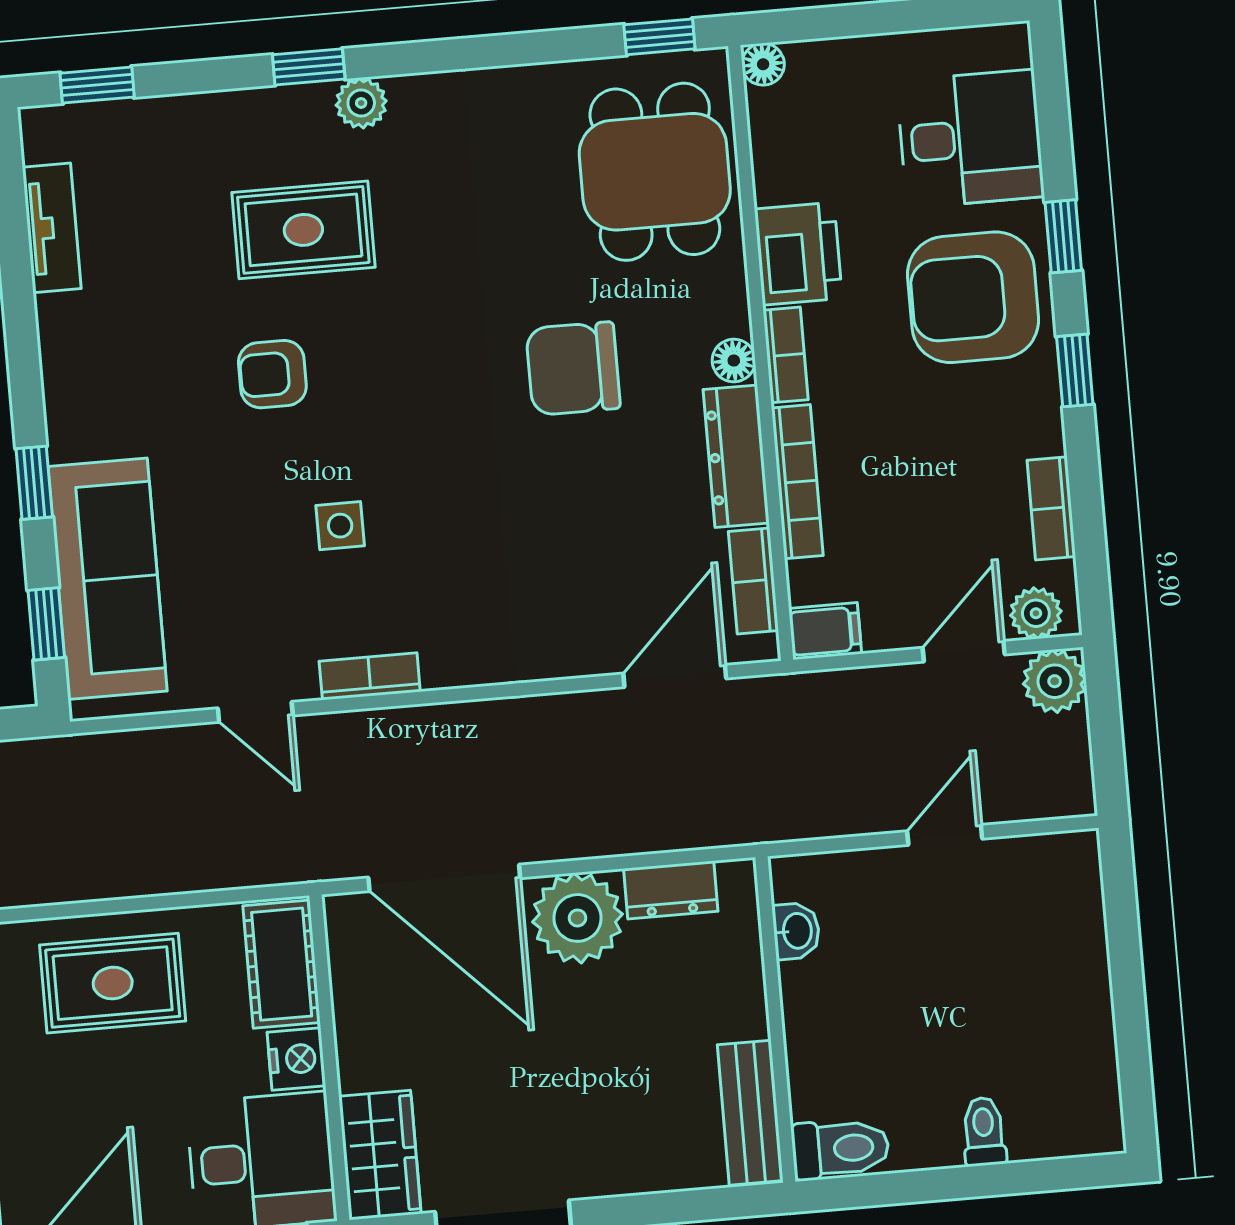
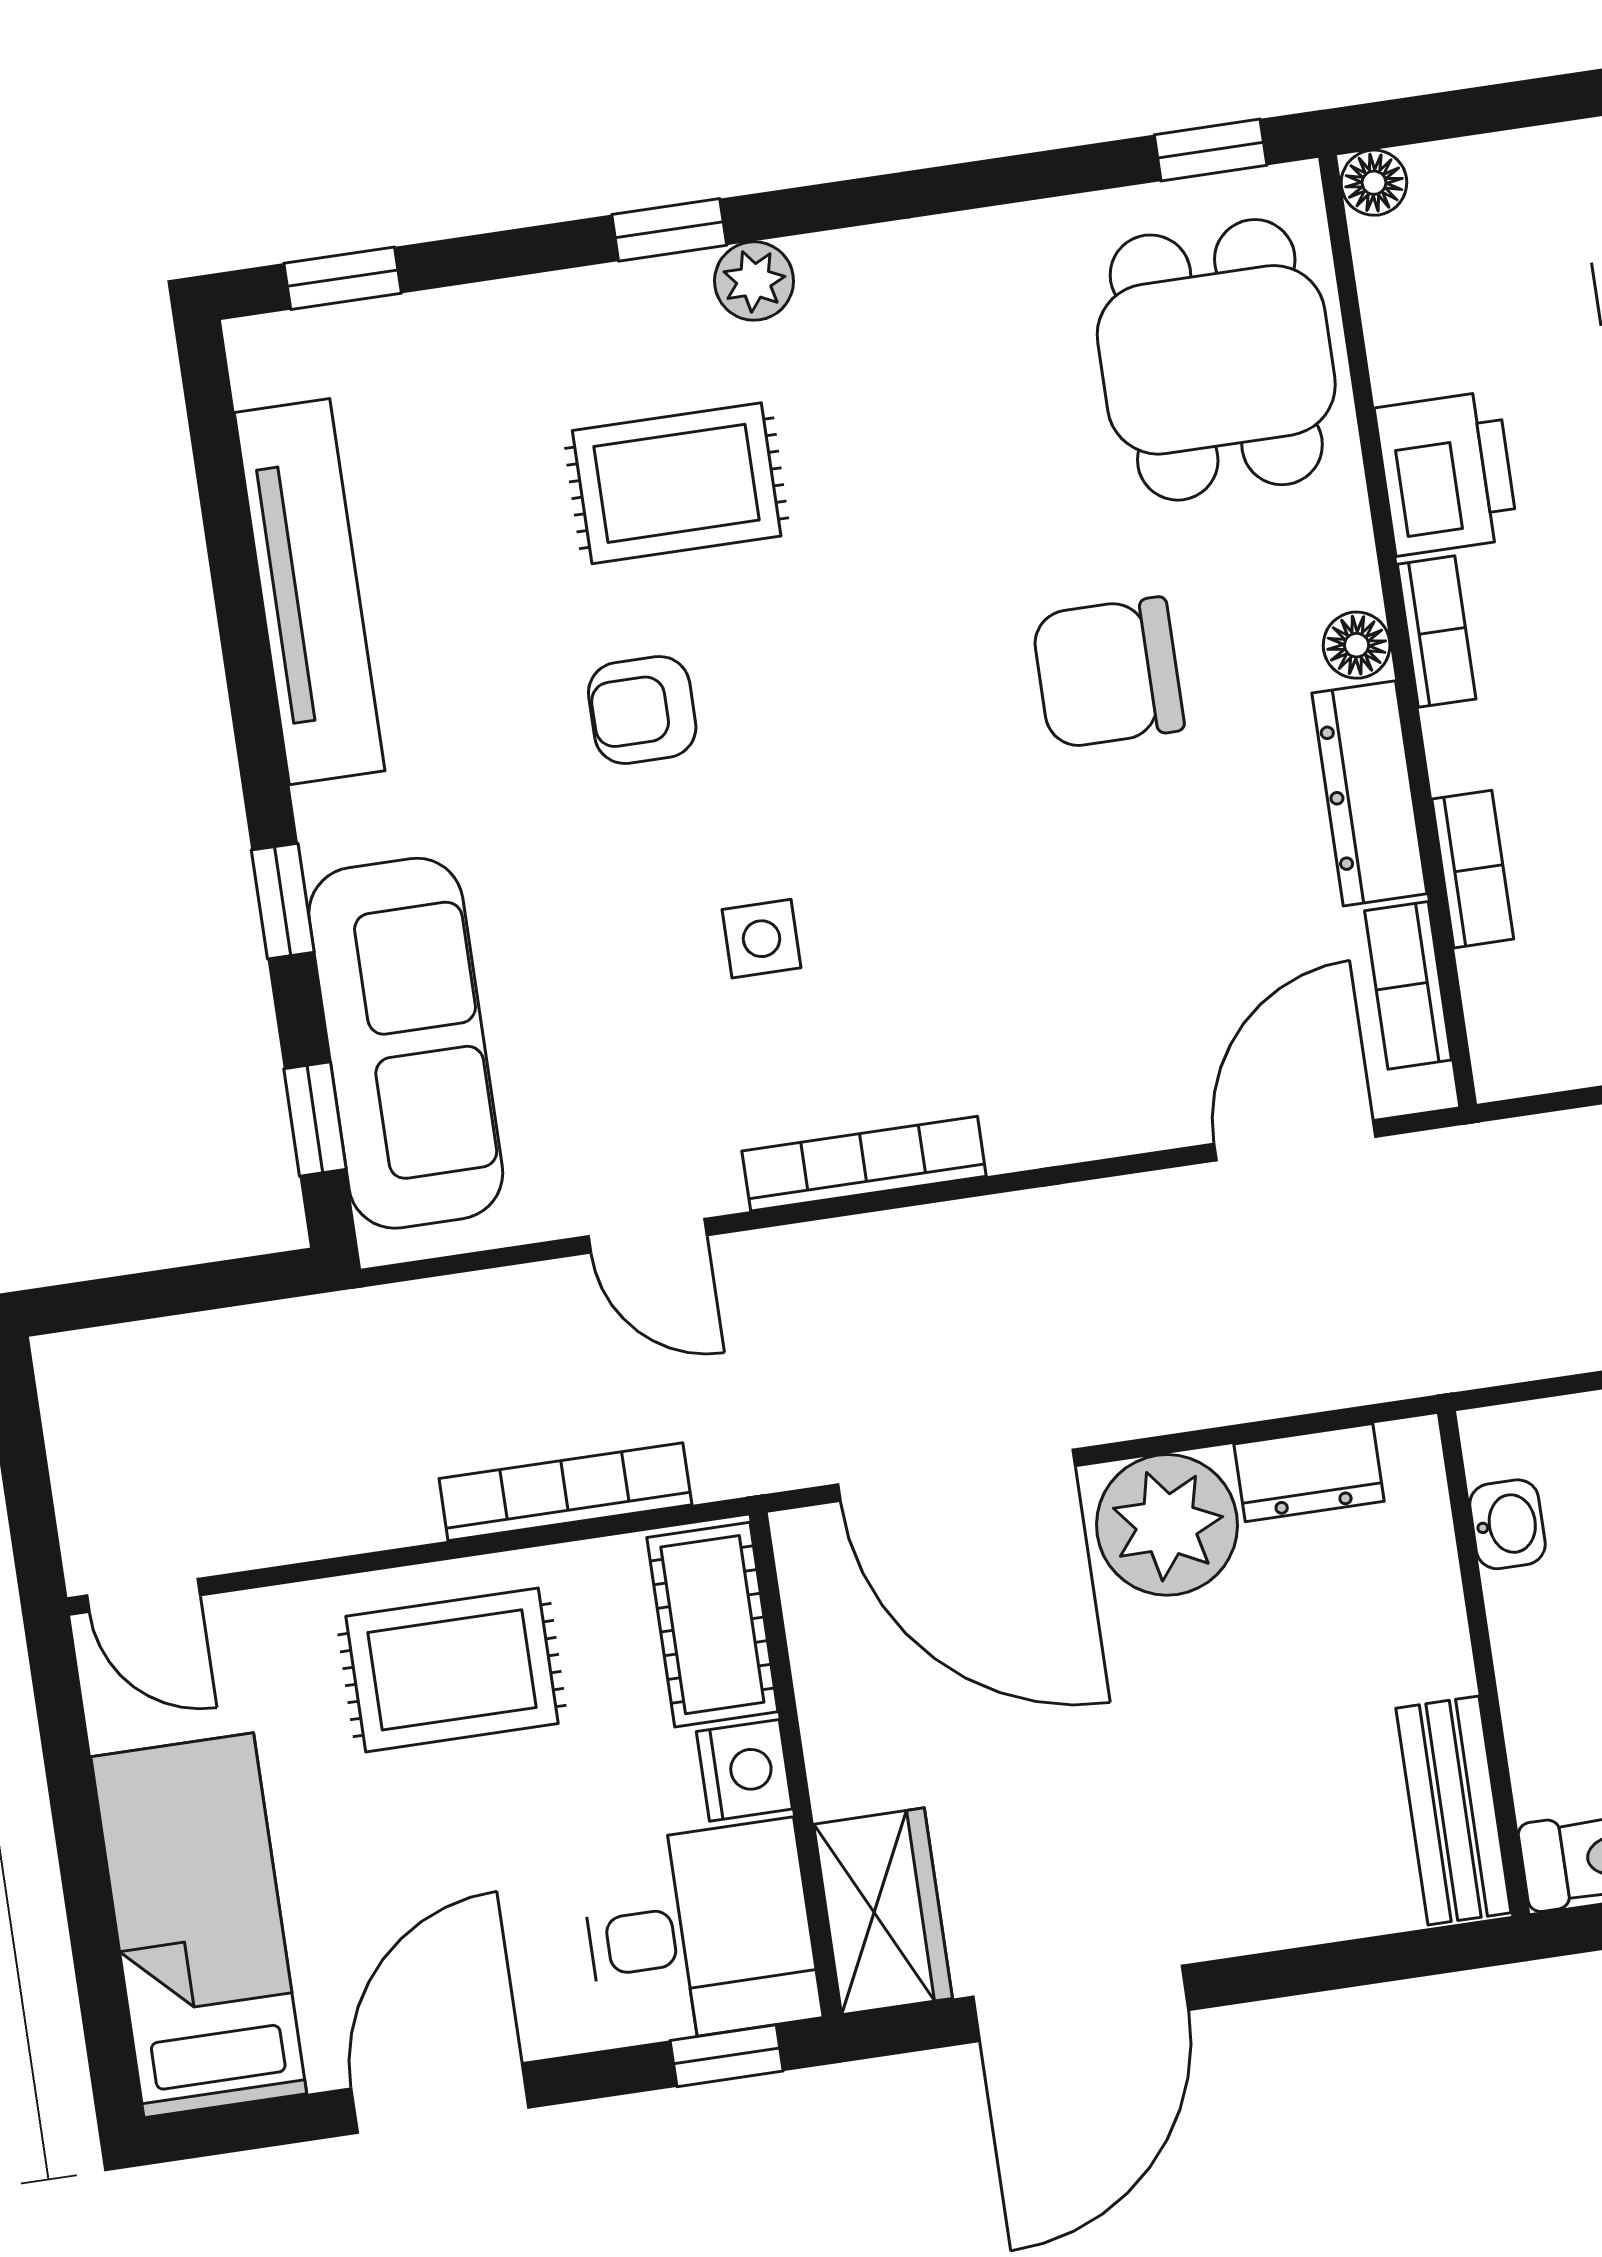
tv unit: (52, 228) -> (310, 592), width x1.92, depth x1.29
bookcase: (797, 482) -> (1473, 869), width x0.64
filing cabinet: (825, 631) -> (1524, 1056), removed
bookcase: (370, 676) -> (864, 1164), width x1.56
bookcase: (192, 873) -> (565, 1492), added

